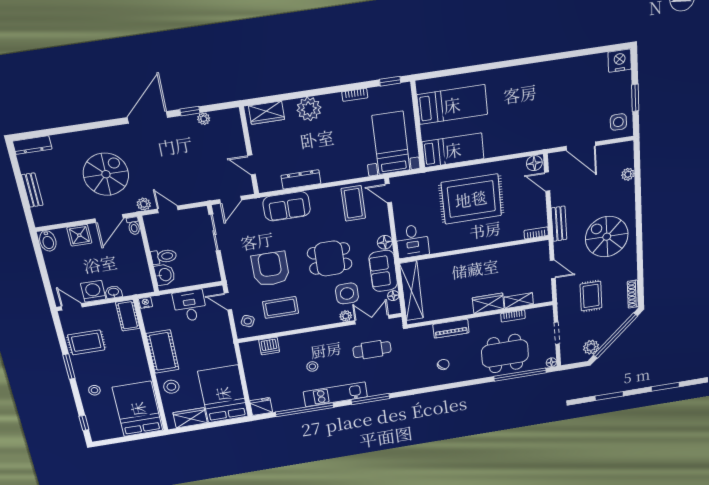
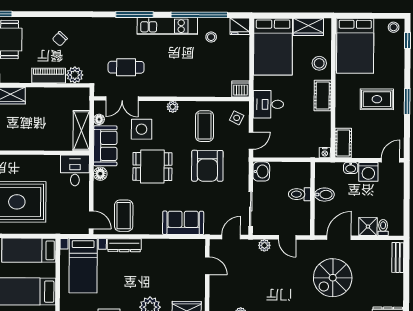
dresser: (301, 179) -> (124, 245), moved
bench: (32, 190) -> (398, 258), moved
plant: (144, 204) -> (264, 245), moved
toilet: (134, 226) -> (383, 228), moved
bidet: (48, 241) -> (324, 195), moved, turned 90
washbasin: (165, 275) -> (261, 171), moved, turned 180
shelving: (412, 291) -> (81, 131), width x0.68
door: (228, 301) -> (251, 141), hinge flipped
desk: (190, 306) -> (268, 104), moved, turned 90
door: (72, 307) -> (391, 160), swing flipped
coffee table: (281, 307) -> (204, 126), turned 90
plant: (346, 316) -> (173, 107), moved
plant: (424, 334) -> (75, 75), added
rug: (86, 342) -> (377, 99), moved
dishwasher: (269, 346) -> (241, 89), moved
cot: (163, 351) -> (323, 95), width x0.73, depth x0.75
stool: (312, 366) -> (211, 37), moved
stool: (94, 390) -> (394, 27), moved

